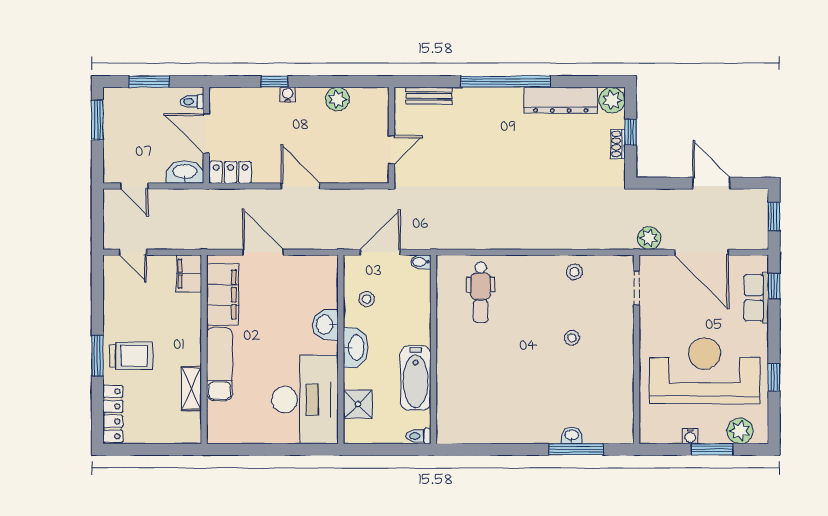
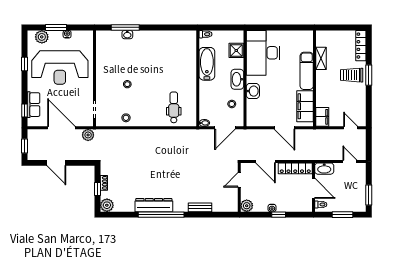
dresser: (561, 100) -> (154, 205), moved
wall: (392, 135) -> (239, 187), moved
door: (392, 150) -> (239, 180), moved
locker: (231, 172) -> (295, 168), width x1.53

